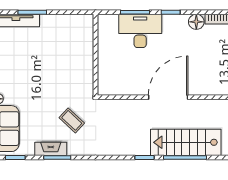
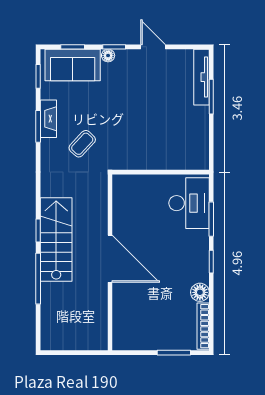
desk: (140, 31) -> (189, 203), moved
stairs: (186, 142) -> (56, 240), moved

